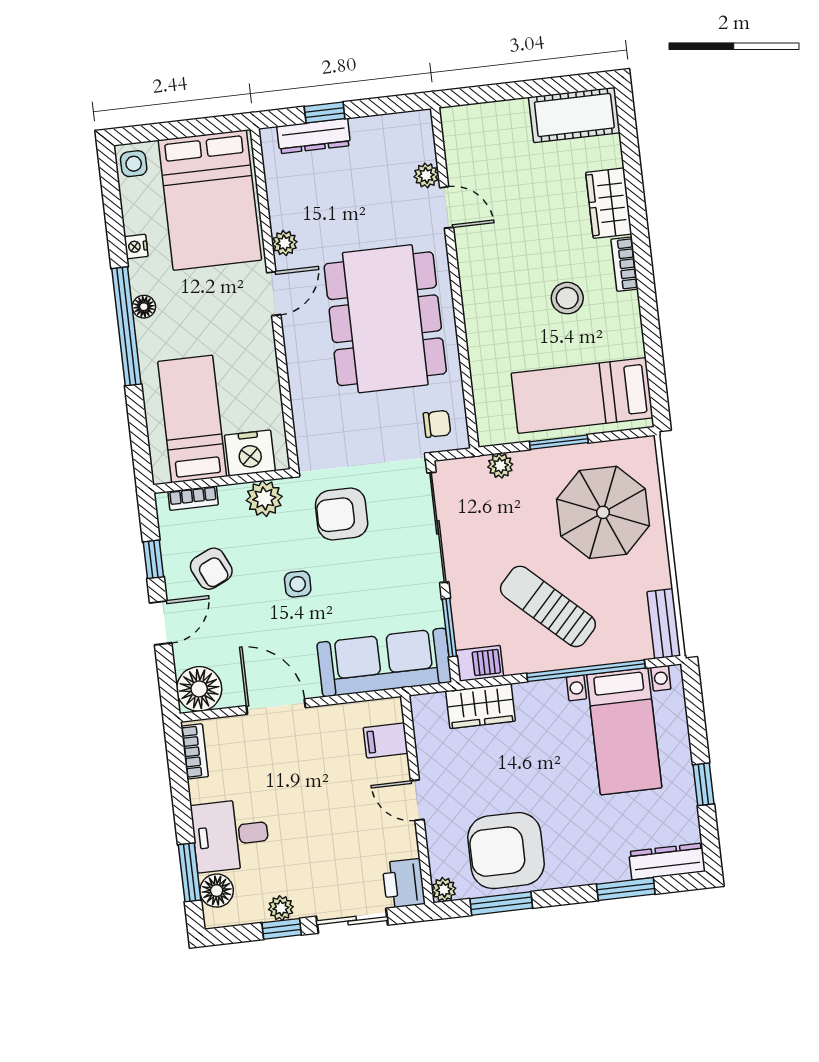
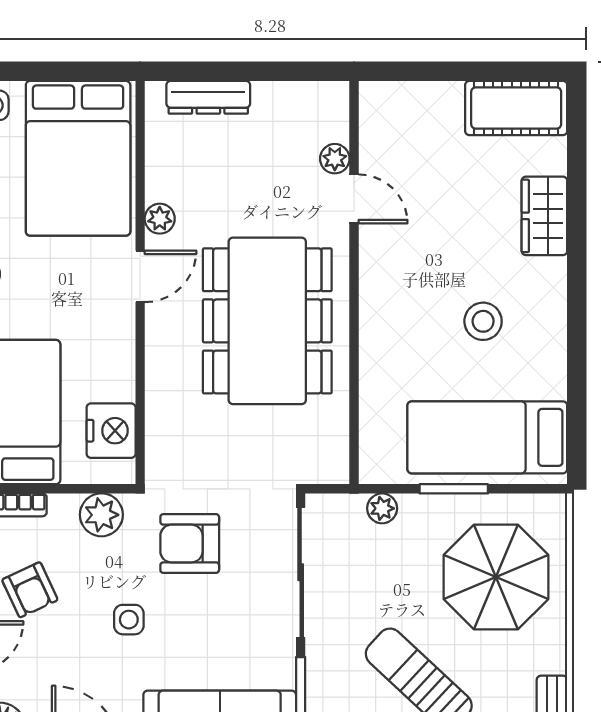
window: (325, 113) -> (224, 71), removed
bookcase: (625, 264) -> (555, 289), removed
chair: (437, 424) -> (314, 451), removed
nightstand: (250, 453) -> (111, 431), moved, turned -90

